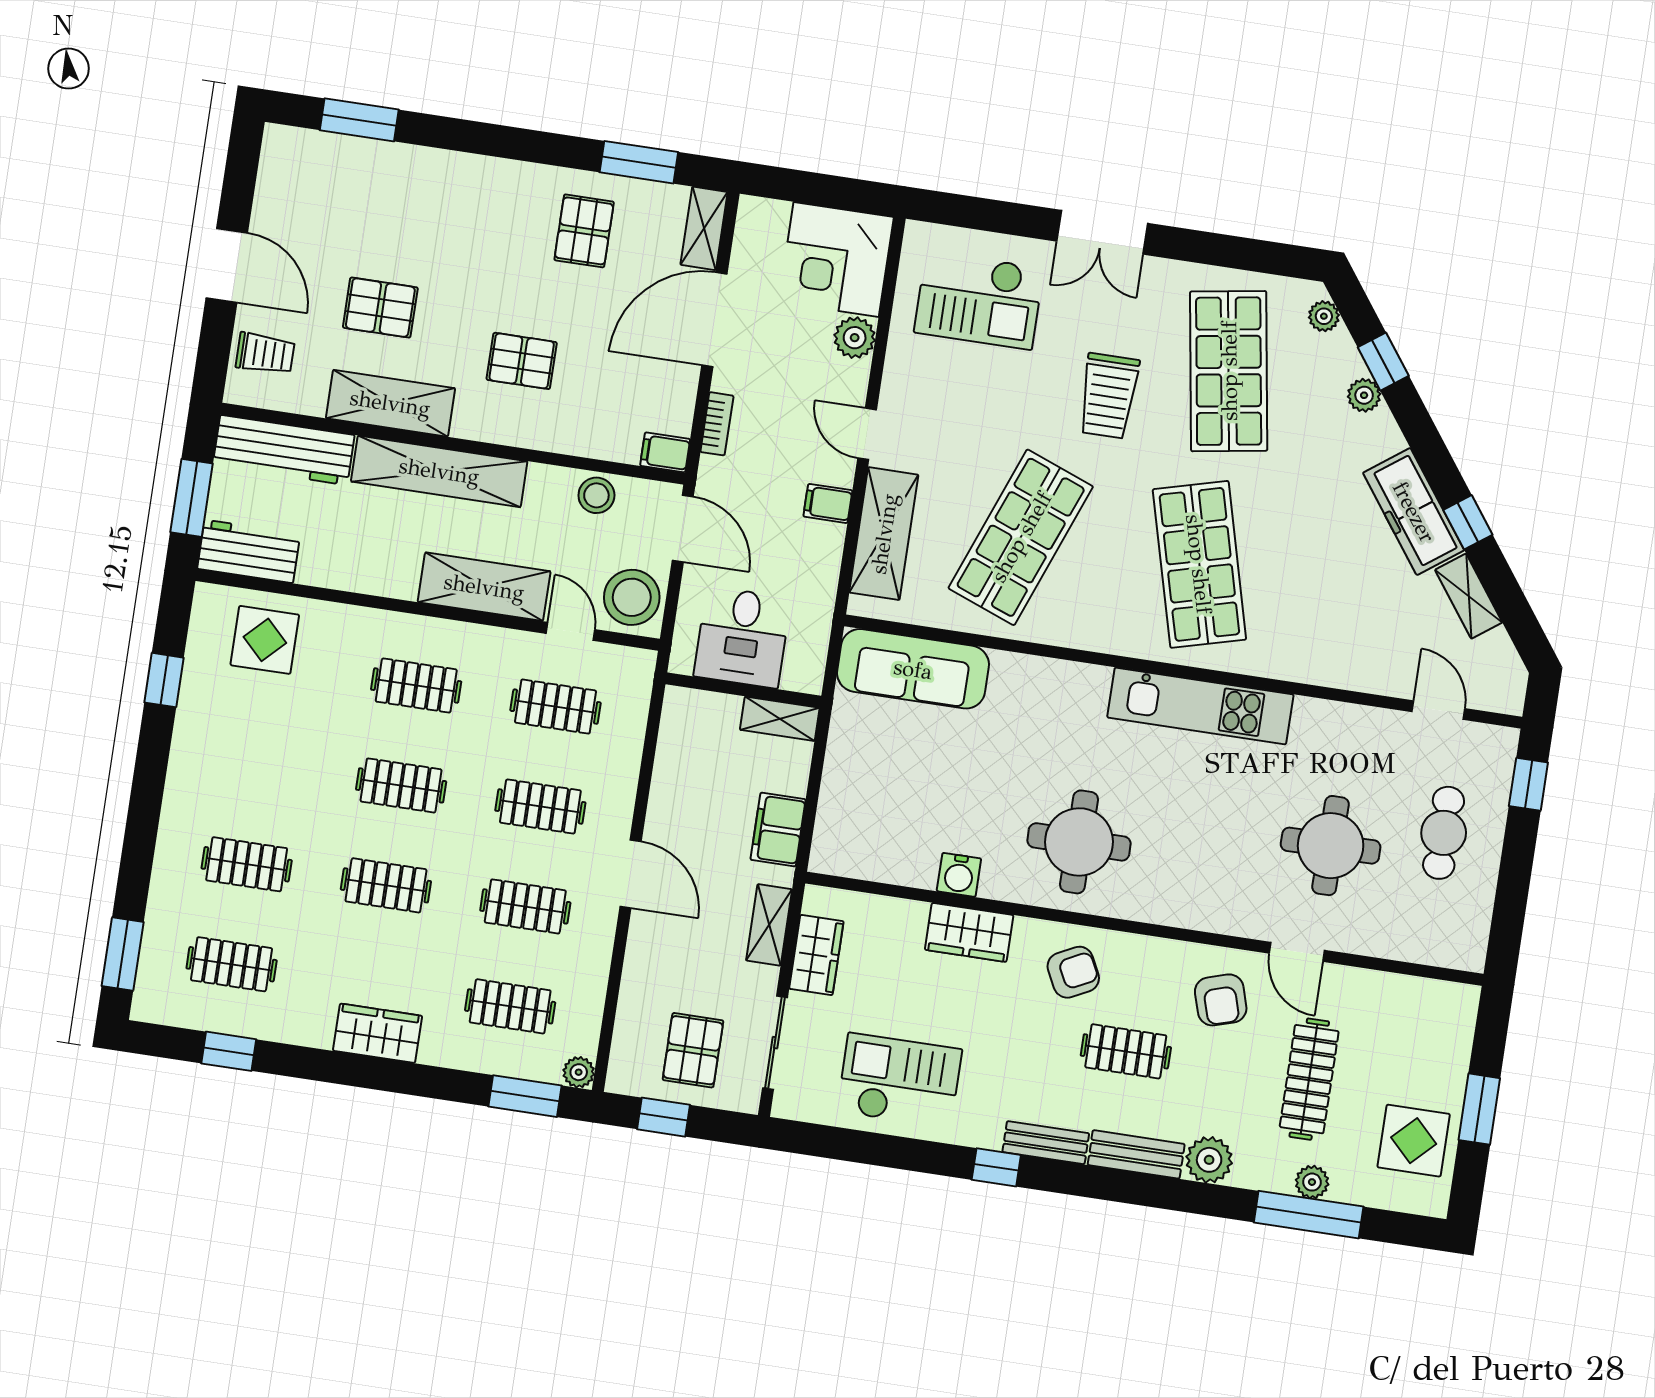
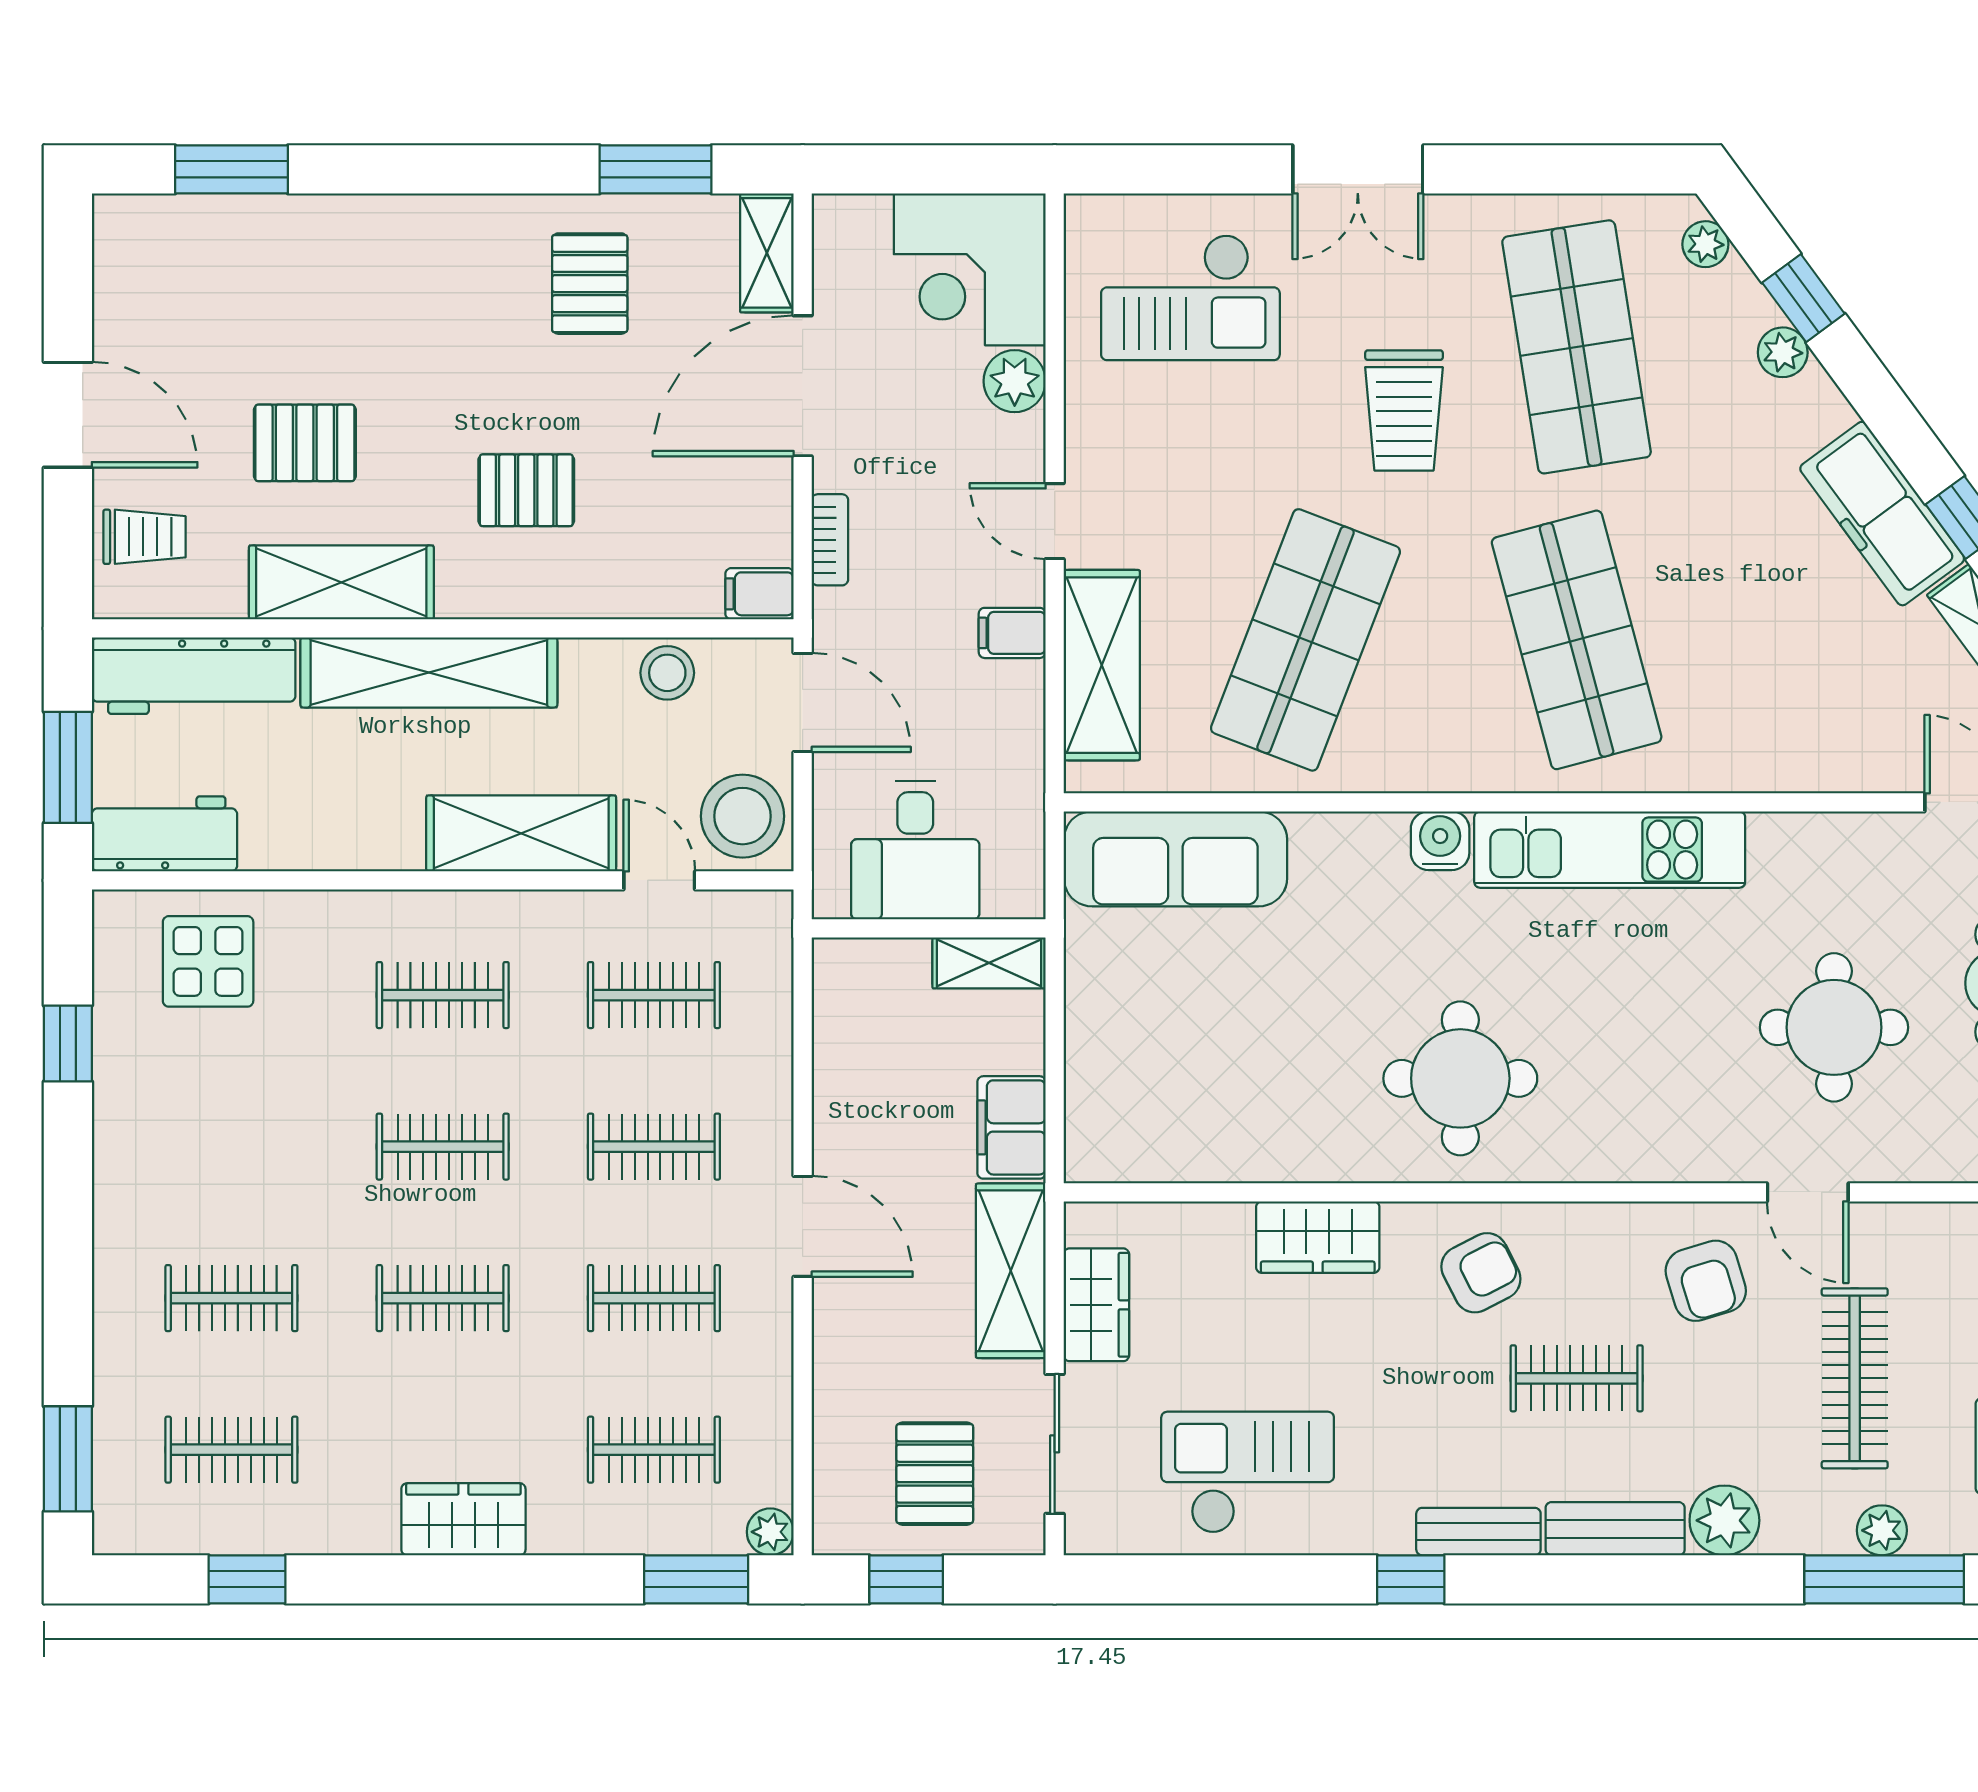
water cooler: (959, 875) -> (1440, 841), moved, turned 180
shelving: (769, 925) -> (1011, 1271), width x1.50, depth x1.33

